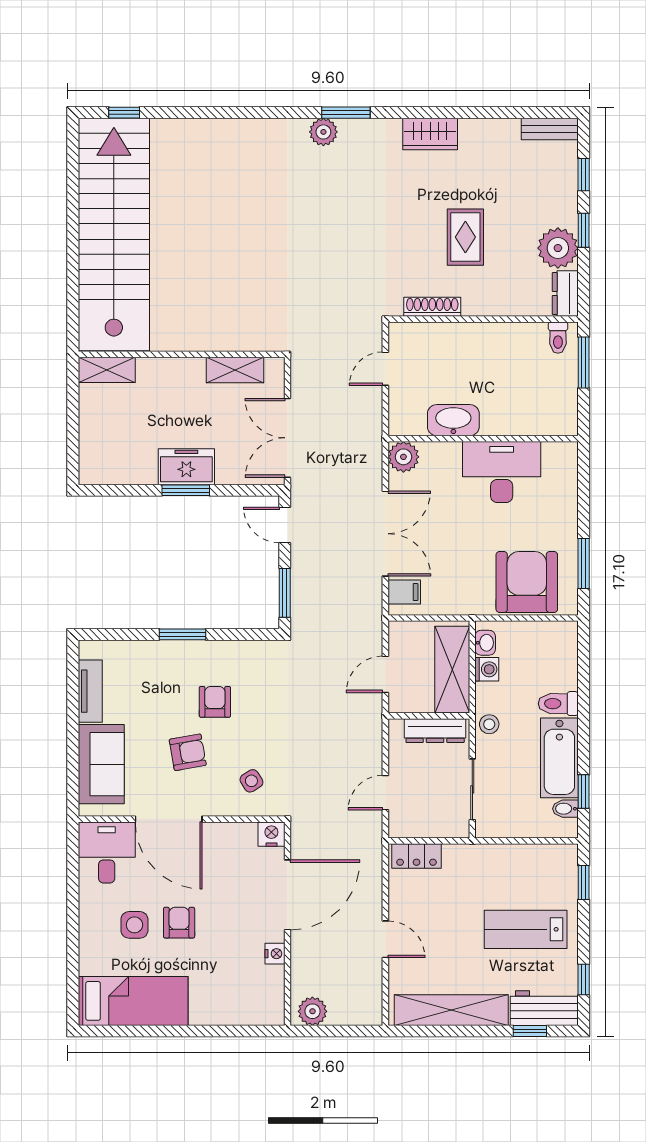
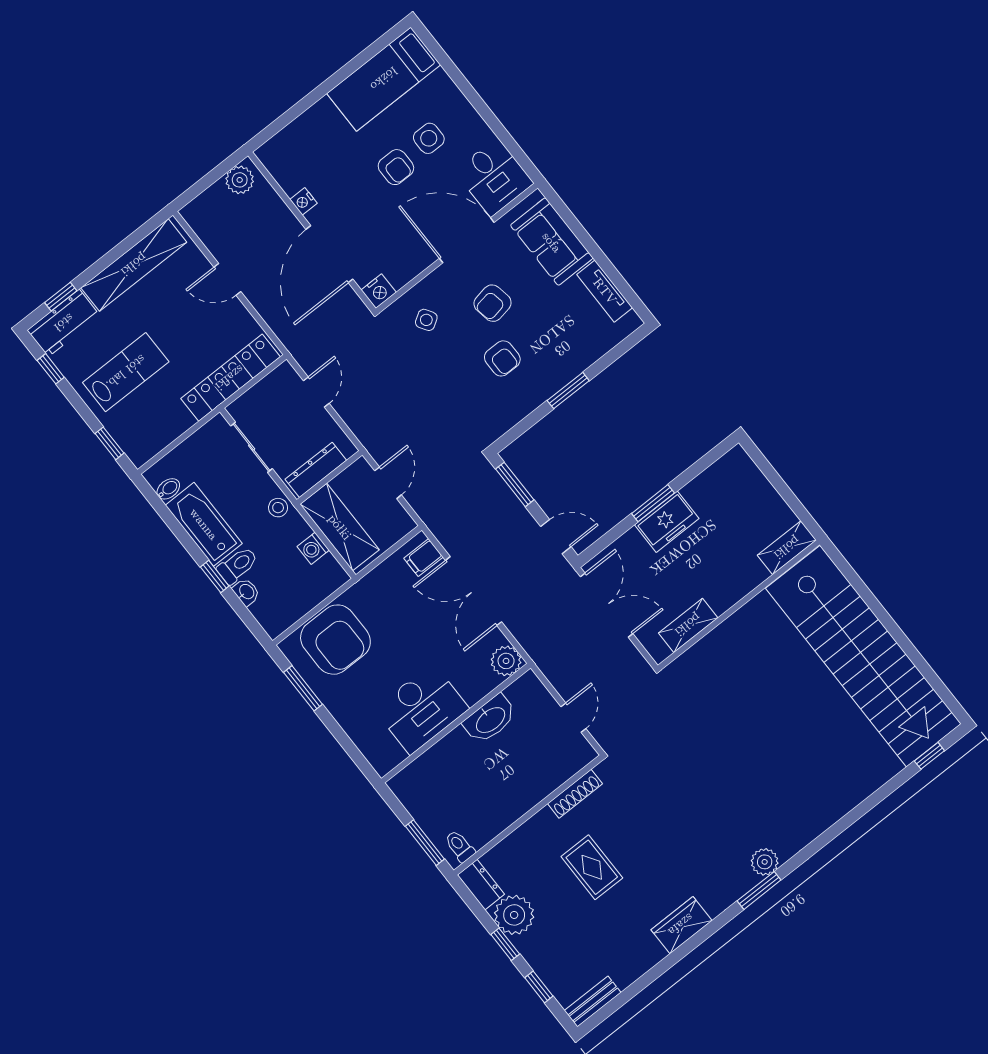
washbasin: (485, 643) -> (246, 592), moved, turned 180
window: (584, 792) -> (215, 577), moved
locker: (417, 856) -> (230, 378), width x2.16, depth x1.21

